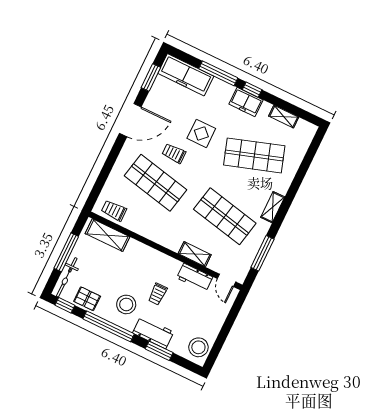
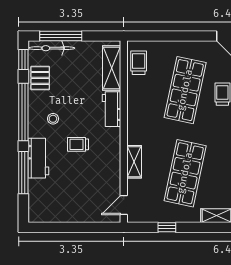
window: (66, 252) -> (61, 36), moved
window: (262, 253) -> (167, 227), width x0.46
workbench: (195, 277) -> (112, 109), moved
stool: (126, 304) -> (53, 119), width x0.53, depth x0.53
stool: (198, 347) -> (45, 209), removed
window: (159, 351) -> (23, 173), width x1.44

